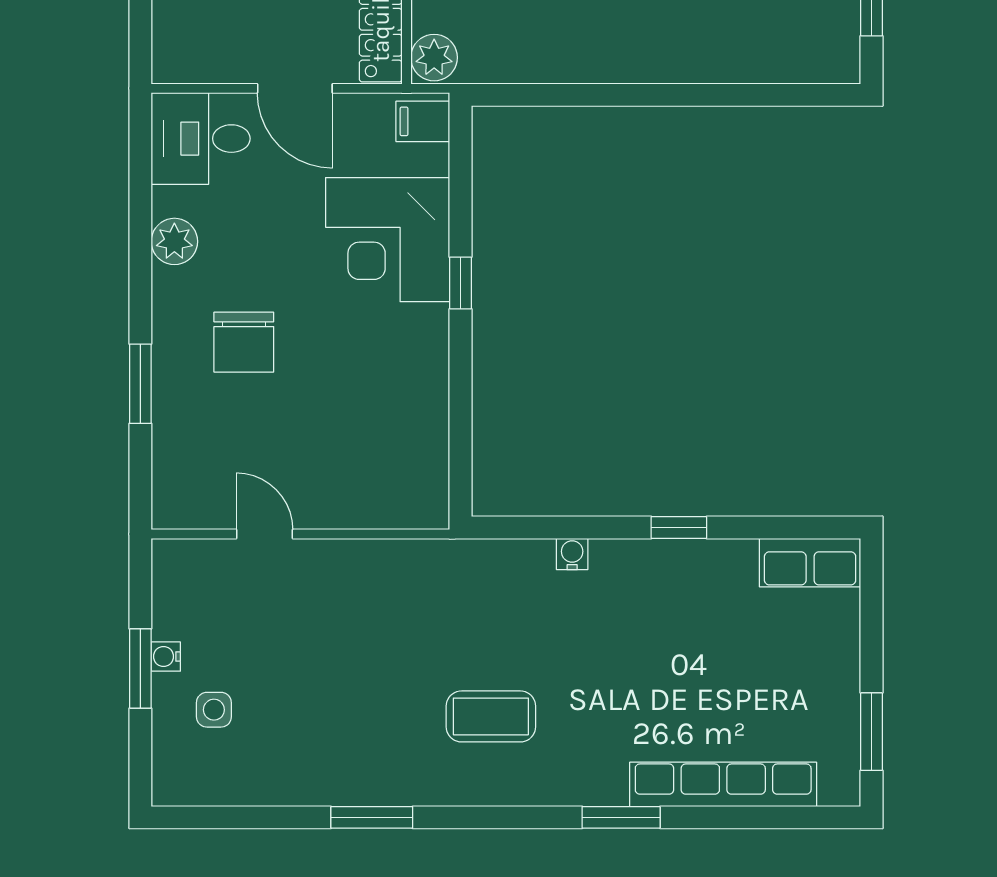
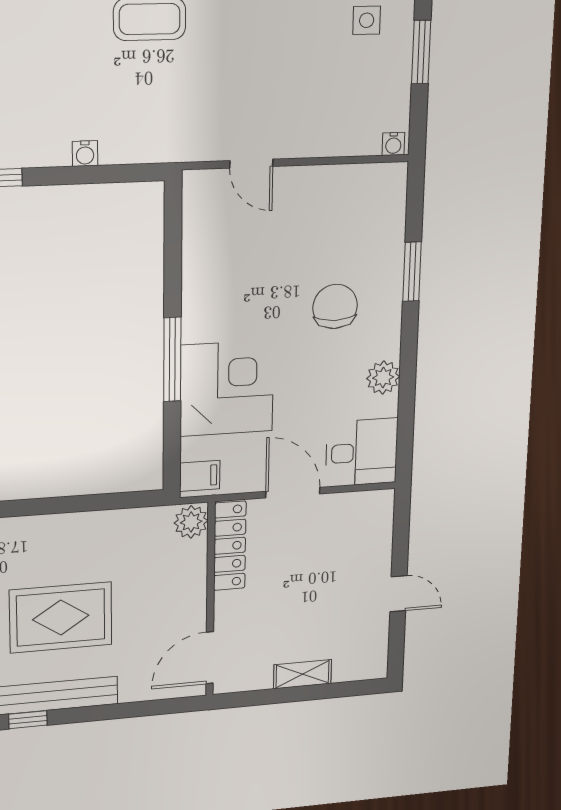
window: (461, 283) -> (172, 359), width x2.17
door: (264, 534) -> (251, 164), moved
water cooler: (166, 657) -> (393, 144), moved, turned 90

